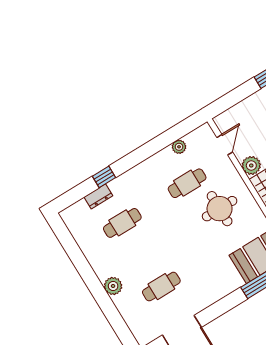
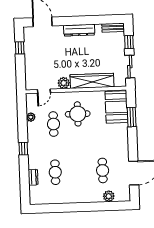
door: (225, 145) -> (44, 91), swing flipped
window: (104, 177) -> (23, 149), moved
plant: (113, 286) -> (109, 196), moved

